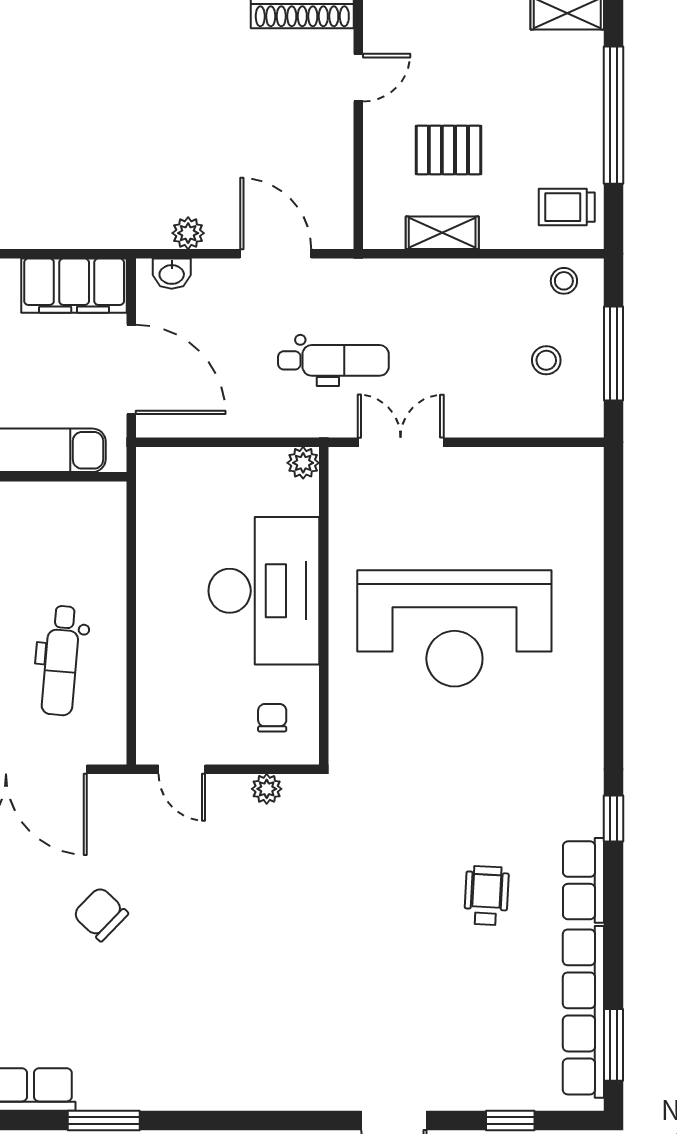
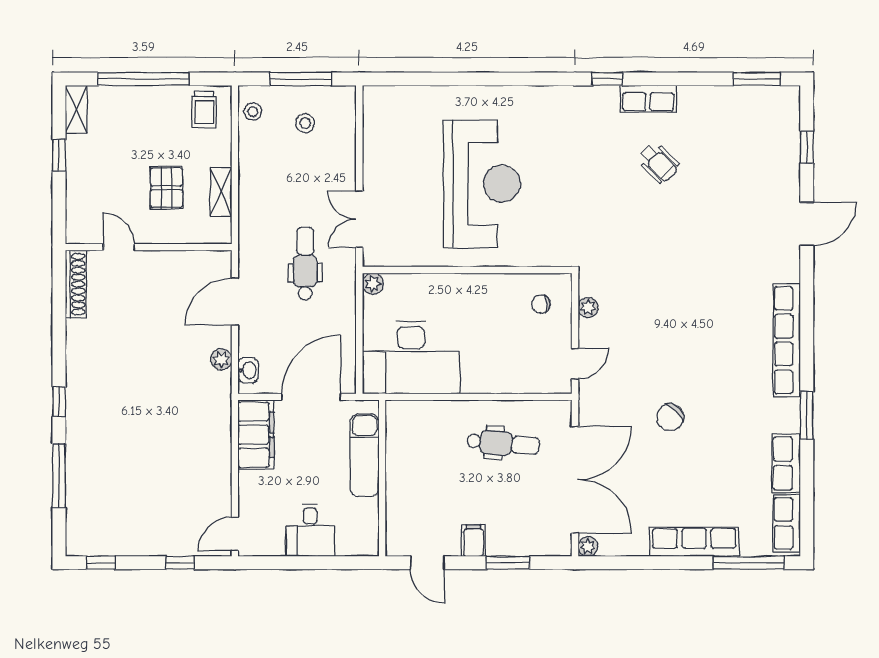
desk: (264, 591) -> (411, 357), moved, turned 180
wheelchair: (486, 896) -> (658, 163), turned -138
row of seats: (583, 1012) -> (787, 340), moved, turned 90

